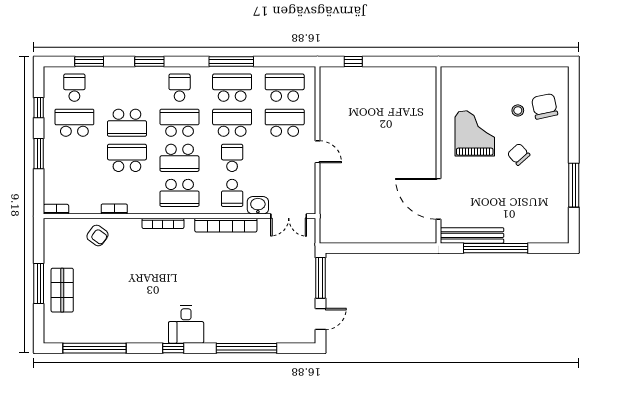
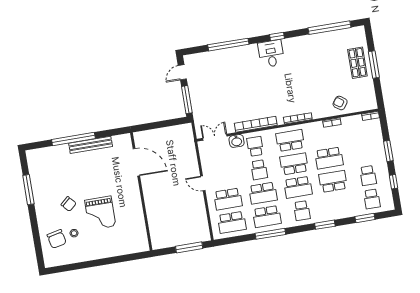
window: (353, 62) -> (189, 247), width x2.17
school desk: (74, 123) -> (368, 176), width x0.54
wall: (439, 155) -> (141, 192), moved
door: (439, 199) -> (136, 162), moved

